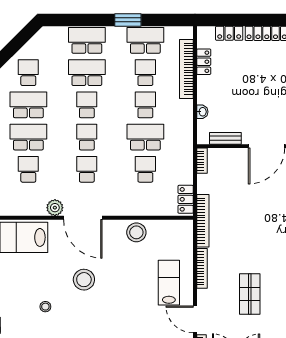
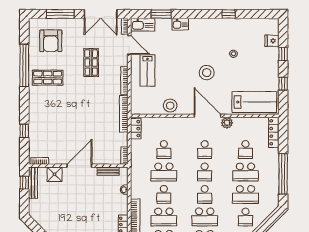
school desk: (145, 73) -> (164, 217), width x1.85

